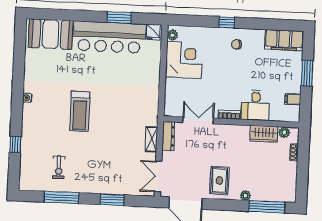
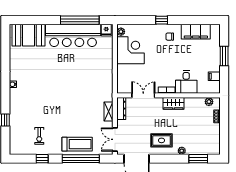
window: (119, 17) -> (80, 20), width x2.11
filing cabinet: (284, 40) -> (196, 32), moved
treadmill: (80, 111) -> (77, 144), moved, turned -90
wardrobe: (264, 134) -> (173, 103), moved
rug: (219, 181) -> (161, 140), turned 90
window: (61, 197) -> (42, 159), width x0.46
window: (112, 200) -> (81, 159), width x2.11
window: (267, 207) -> (198, 159), width x0.69

